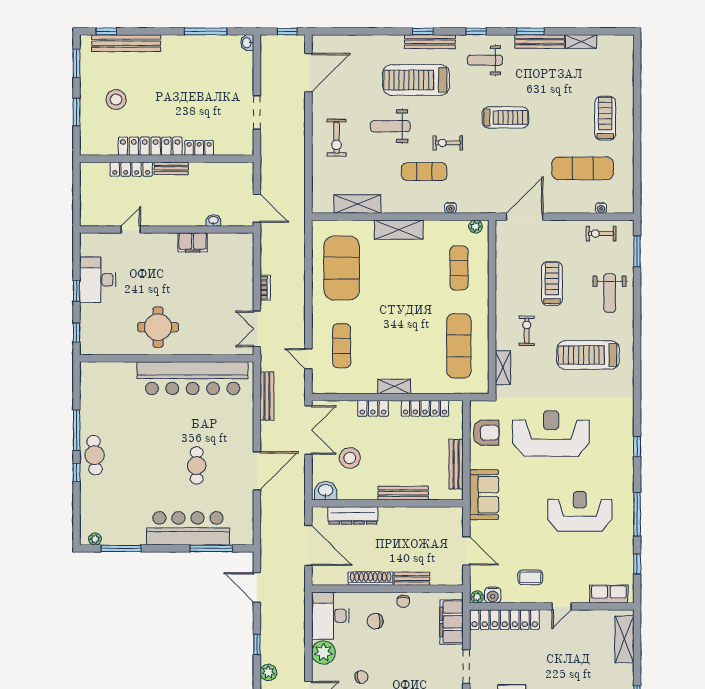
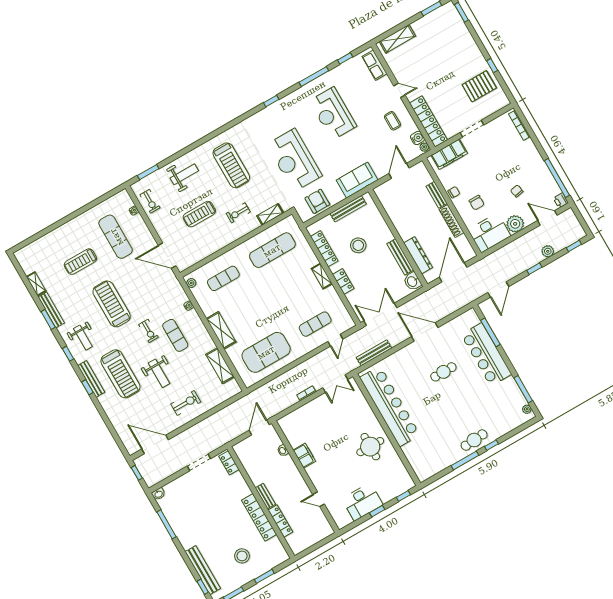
treadmill: (505, 117) -> (112, 304), width x1.37, depth x1.38
treadmill: (605, 118) -> (80, 262), moved
locker: (199, 148) -> (229, 463), moved
stool: (350, 458) -> (358, 245), moved
bench: (403, 493) -> (400, 257), moved

